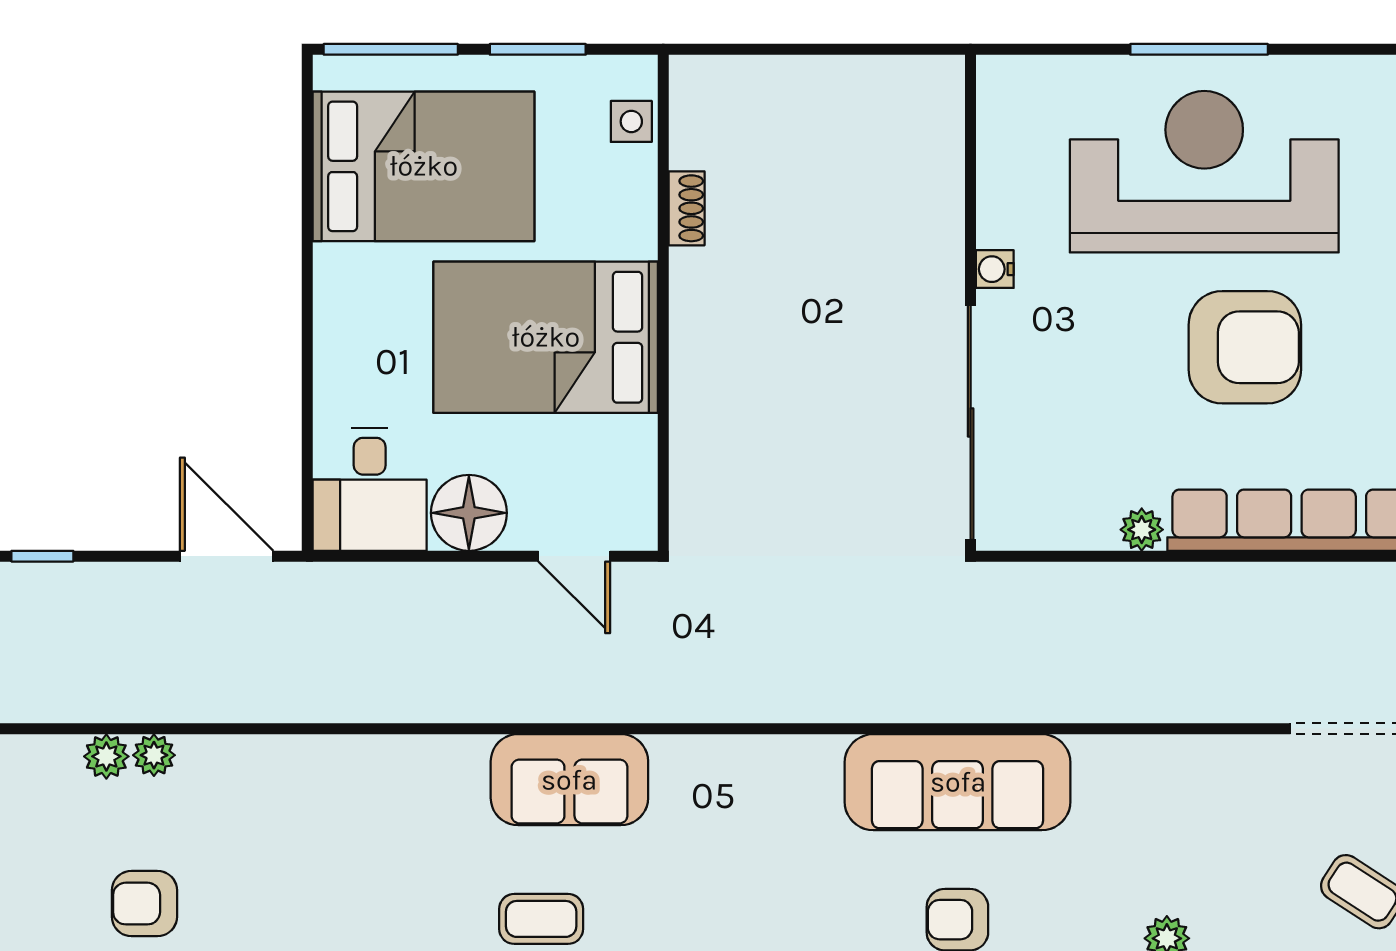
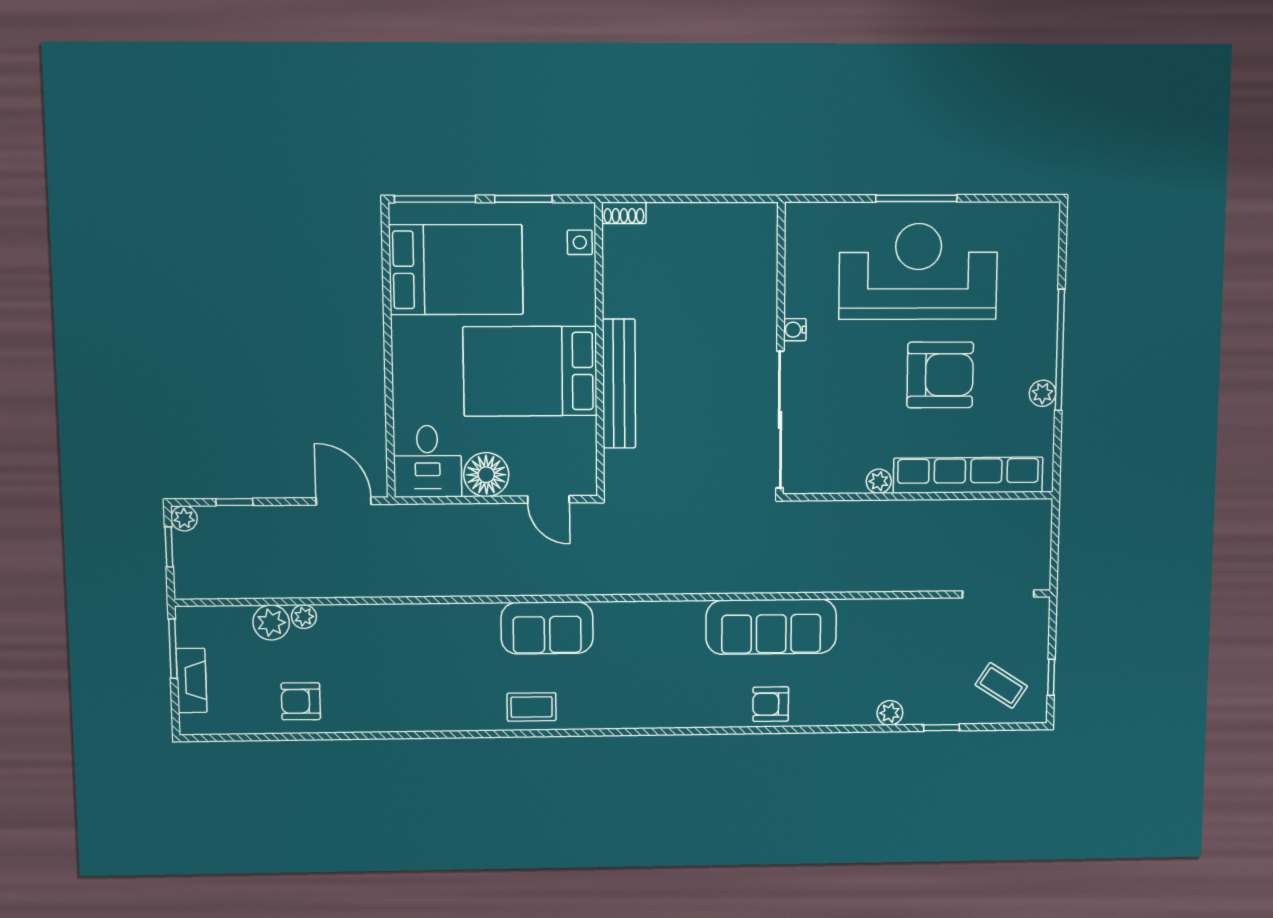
shoe rack: (687, 208) -> (624, 213), moved, turned 90
bench: (696, 359) -> (619, 384), added
plant: (106, 756) -> (271, 623), width x1.38, depth x1.38

